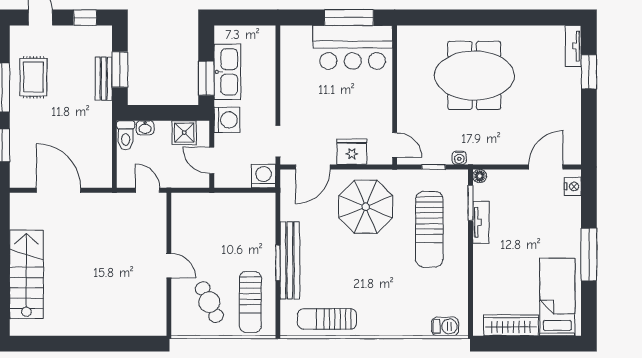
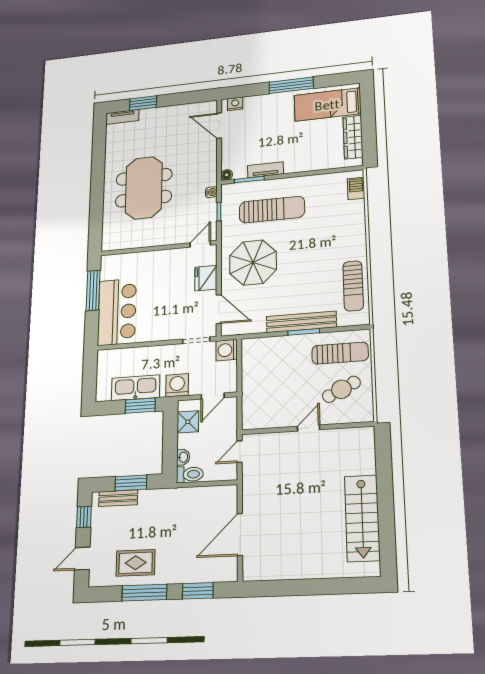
bar counter: (353, 47) -> (117, 312), moved
bench: (104, 79) -> (118, 498), moved
stairs: (26, 274) -> (362, 518), moved, turned -90

